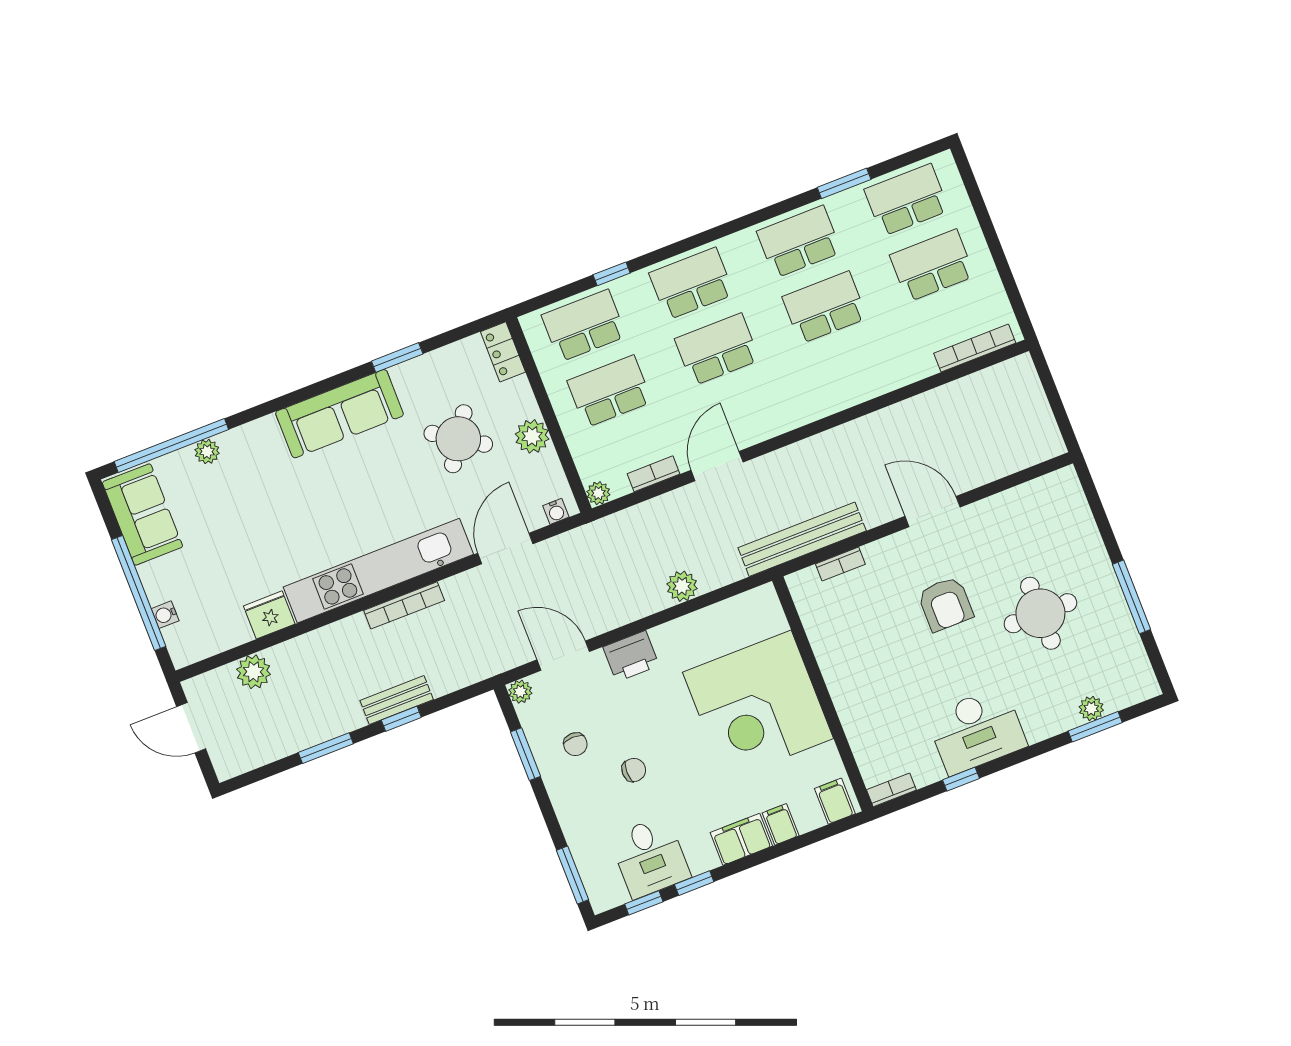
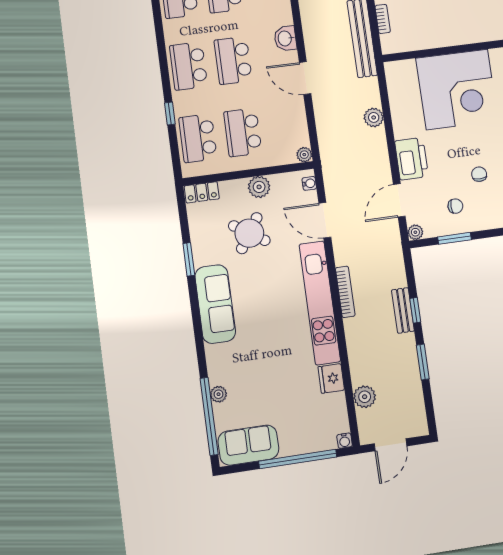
washbasin: (772, 421) -> (285, 38), added
bookcase: (654, 474) -> (300, 118), removed
water cooler: (165, 615) -> (345, 441), moved
printer: (631, 656) -> (412, 159), width x1.37, depth x1.19

